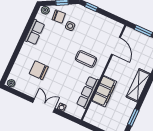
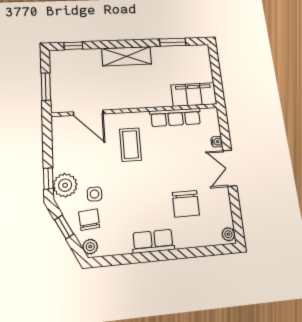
plant: (83, 14) -> (65, 185), added
row of seats: (35, 32) -> (153, 241), moved
door: (116, 46) -> (88, 113), swing flipped
filing cabinet: (104, 91) -> (194, 94), moved

